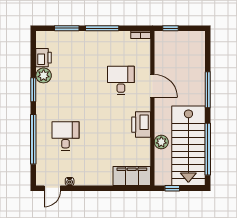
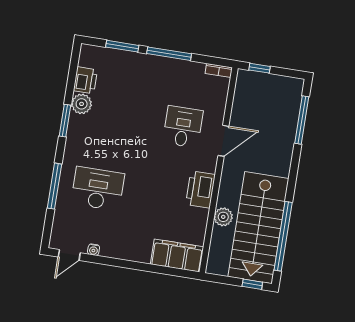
door: (152, 86) -> (223, 141), hinge flipped
window: (208, 90) -> (302, 120), moved
desk: (65, 136) -> (98, 189), width x1.37
window: (33, 139) -> (55, 186), width x0.68
window: (172, 188) -> (252, 284), moved

